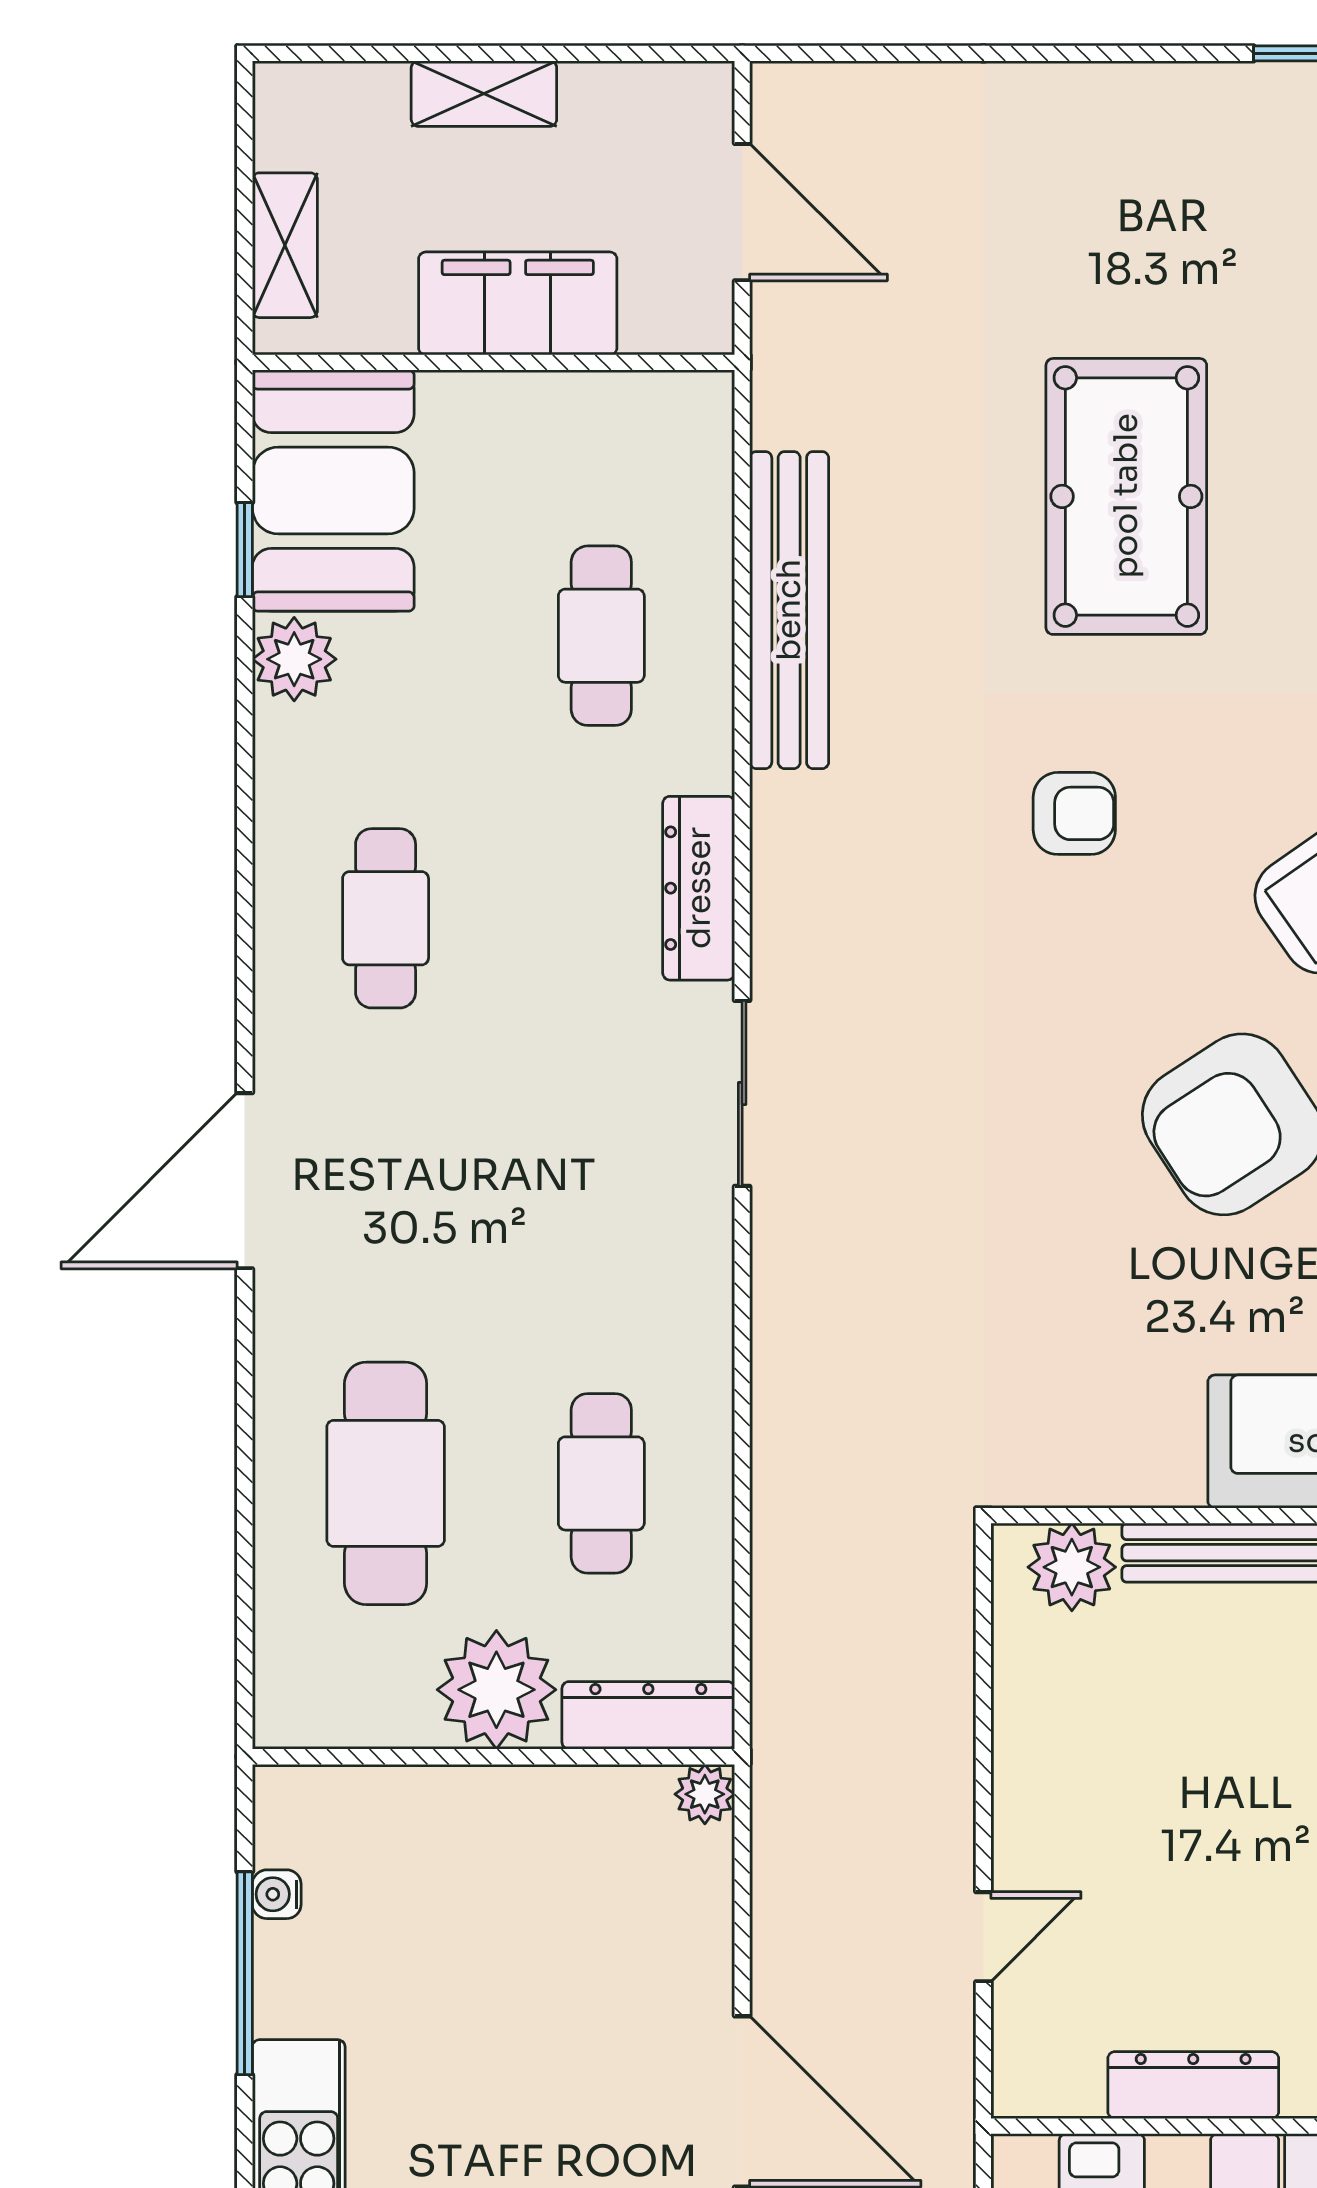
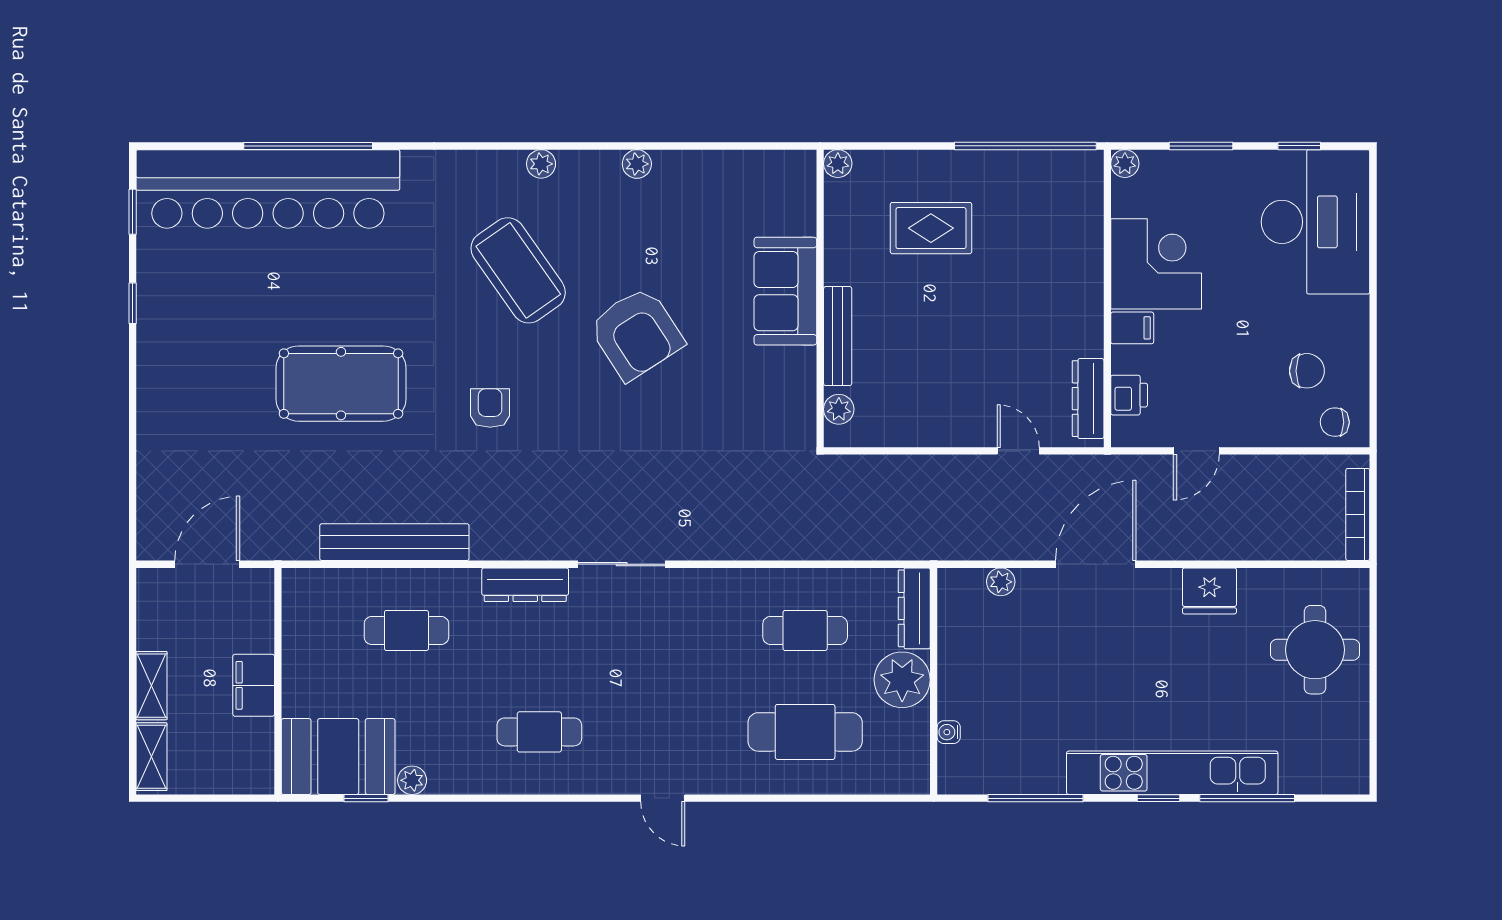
shelving: (285, 245) -> (151, 757), moved, turned 90
filing cabinet: (518, 303) -> (254, 685), width x0.67, depth x0.86
plant: (294, 659) -> (412, 780), width x0.73, depth x0.73
door: (245, 1181) -> (663, 798), width x0.53
plant: (1072, 1567) -> (839, 409), width x0.73, depth x0.73
plant: (705, 1794) -> (1001, 582), moved
water cooler: (277, 1894) -> (949, 732), moved, turned 90
dresser: (1193, 2085) -> (1088, 399), moved

